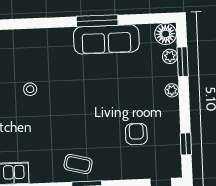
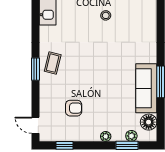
floor lamp: (166, 34) -> (149, 122), moved
stool: (30, 89) -> (106, 15), moved

